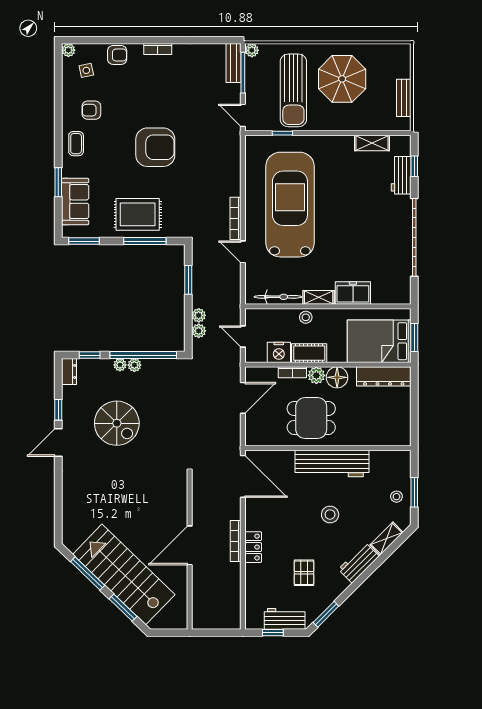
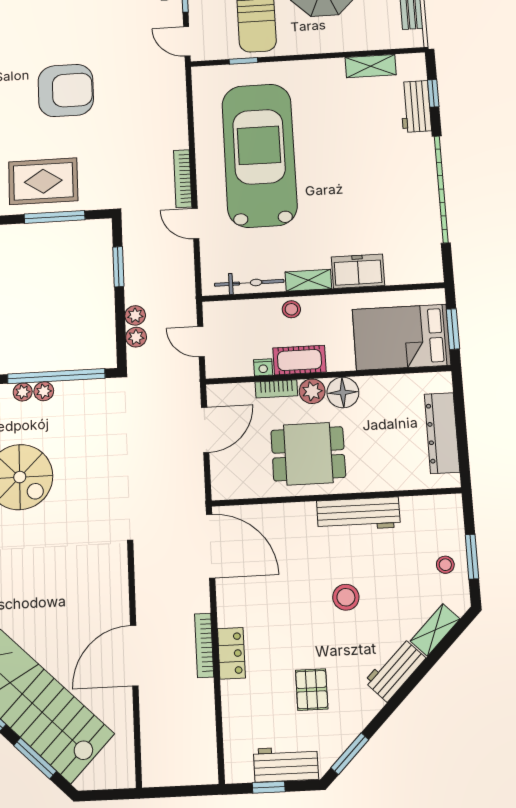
nightstand: (279, 352) -> (263, 367), width x0.53, depth x0.56
dresser: (384, 376) -> (442, 433), moved, turned 90
workbench: (332, 463) -> (358, 514), width x0.73, depth x0.76

